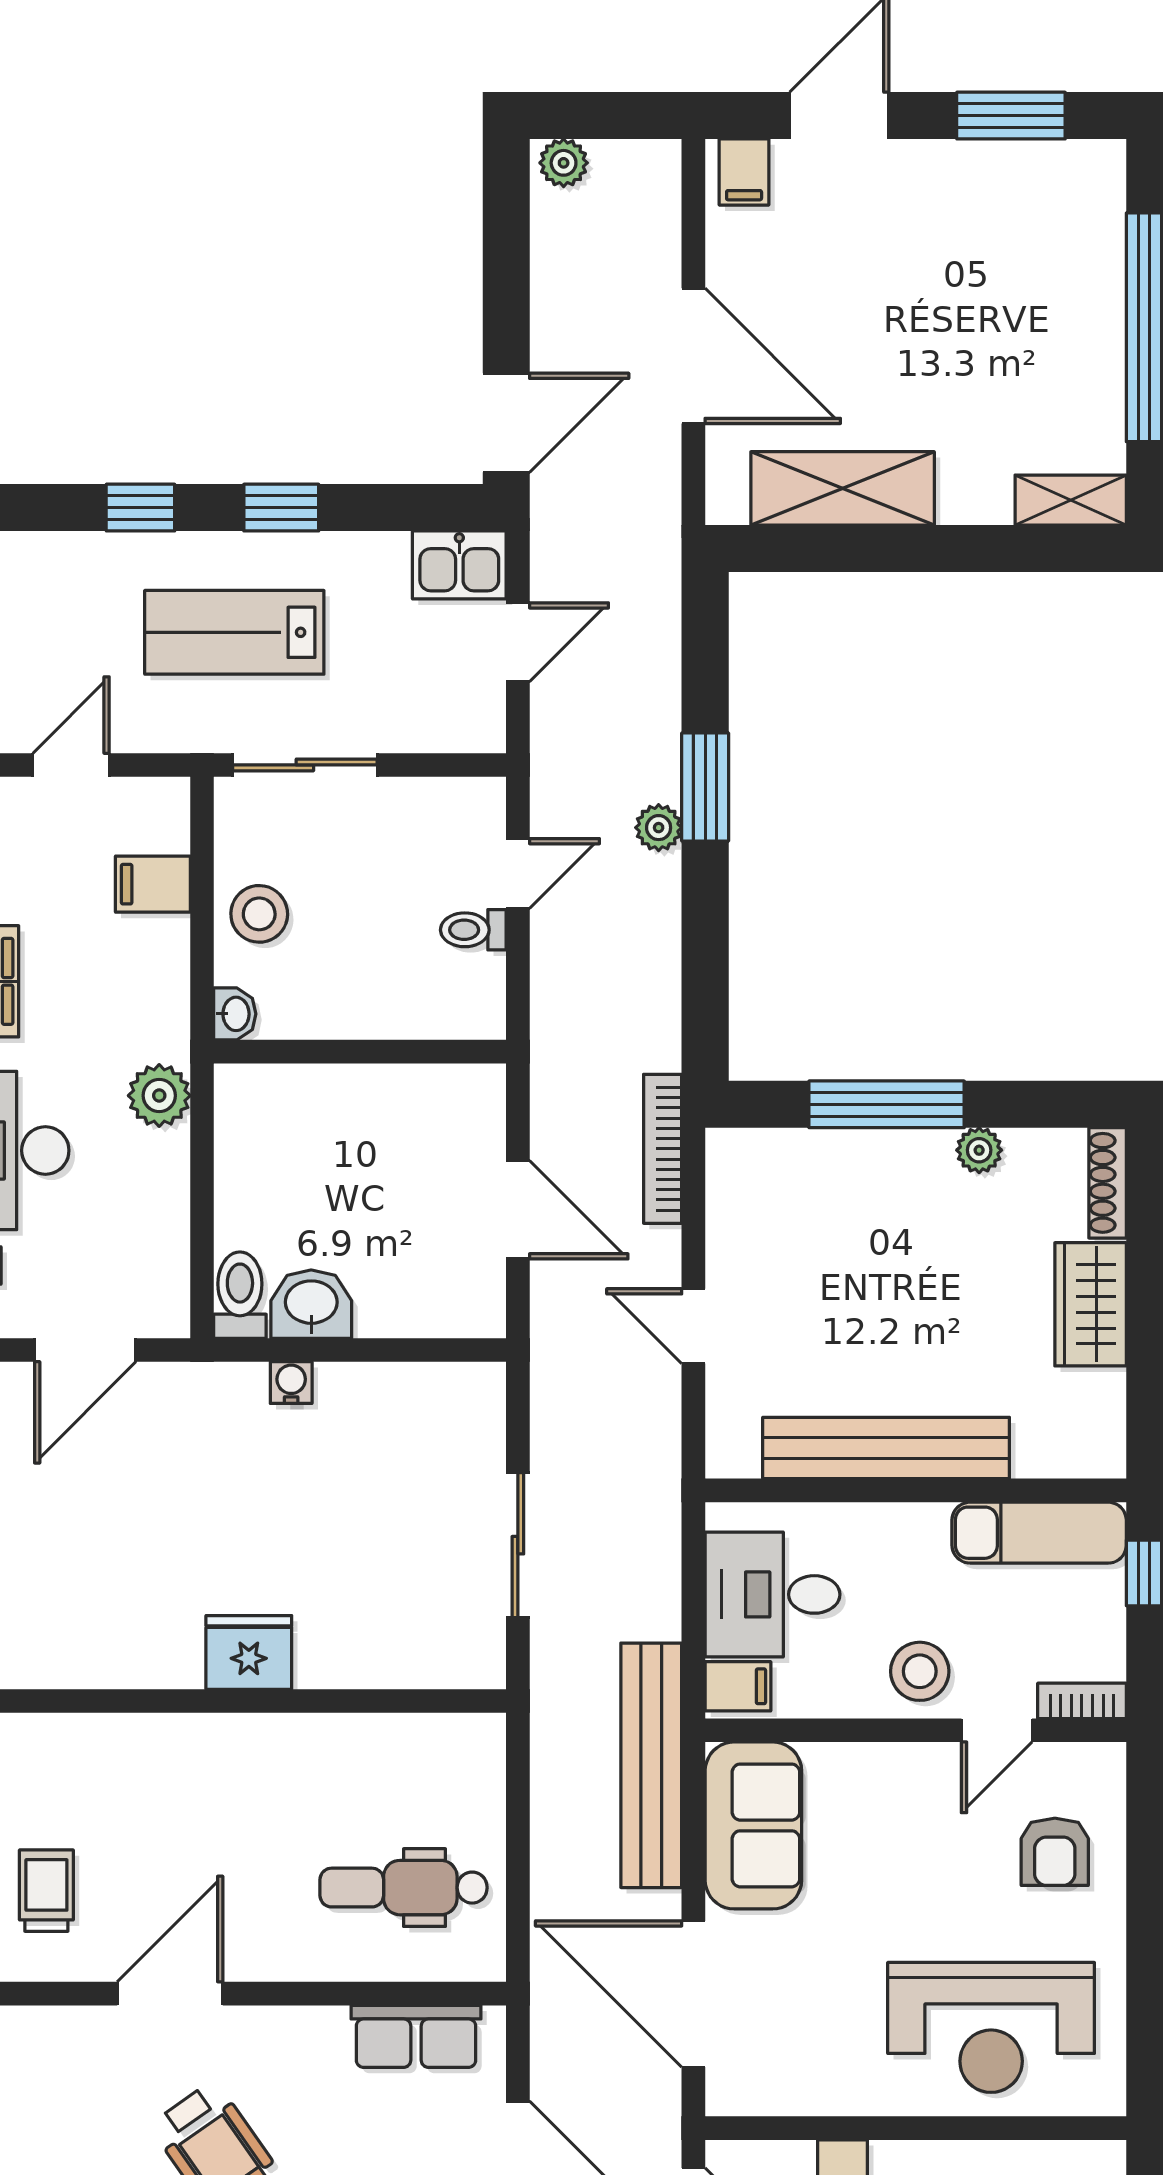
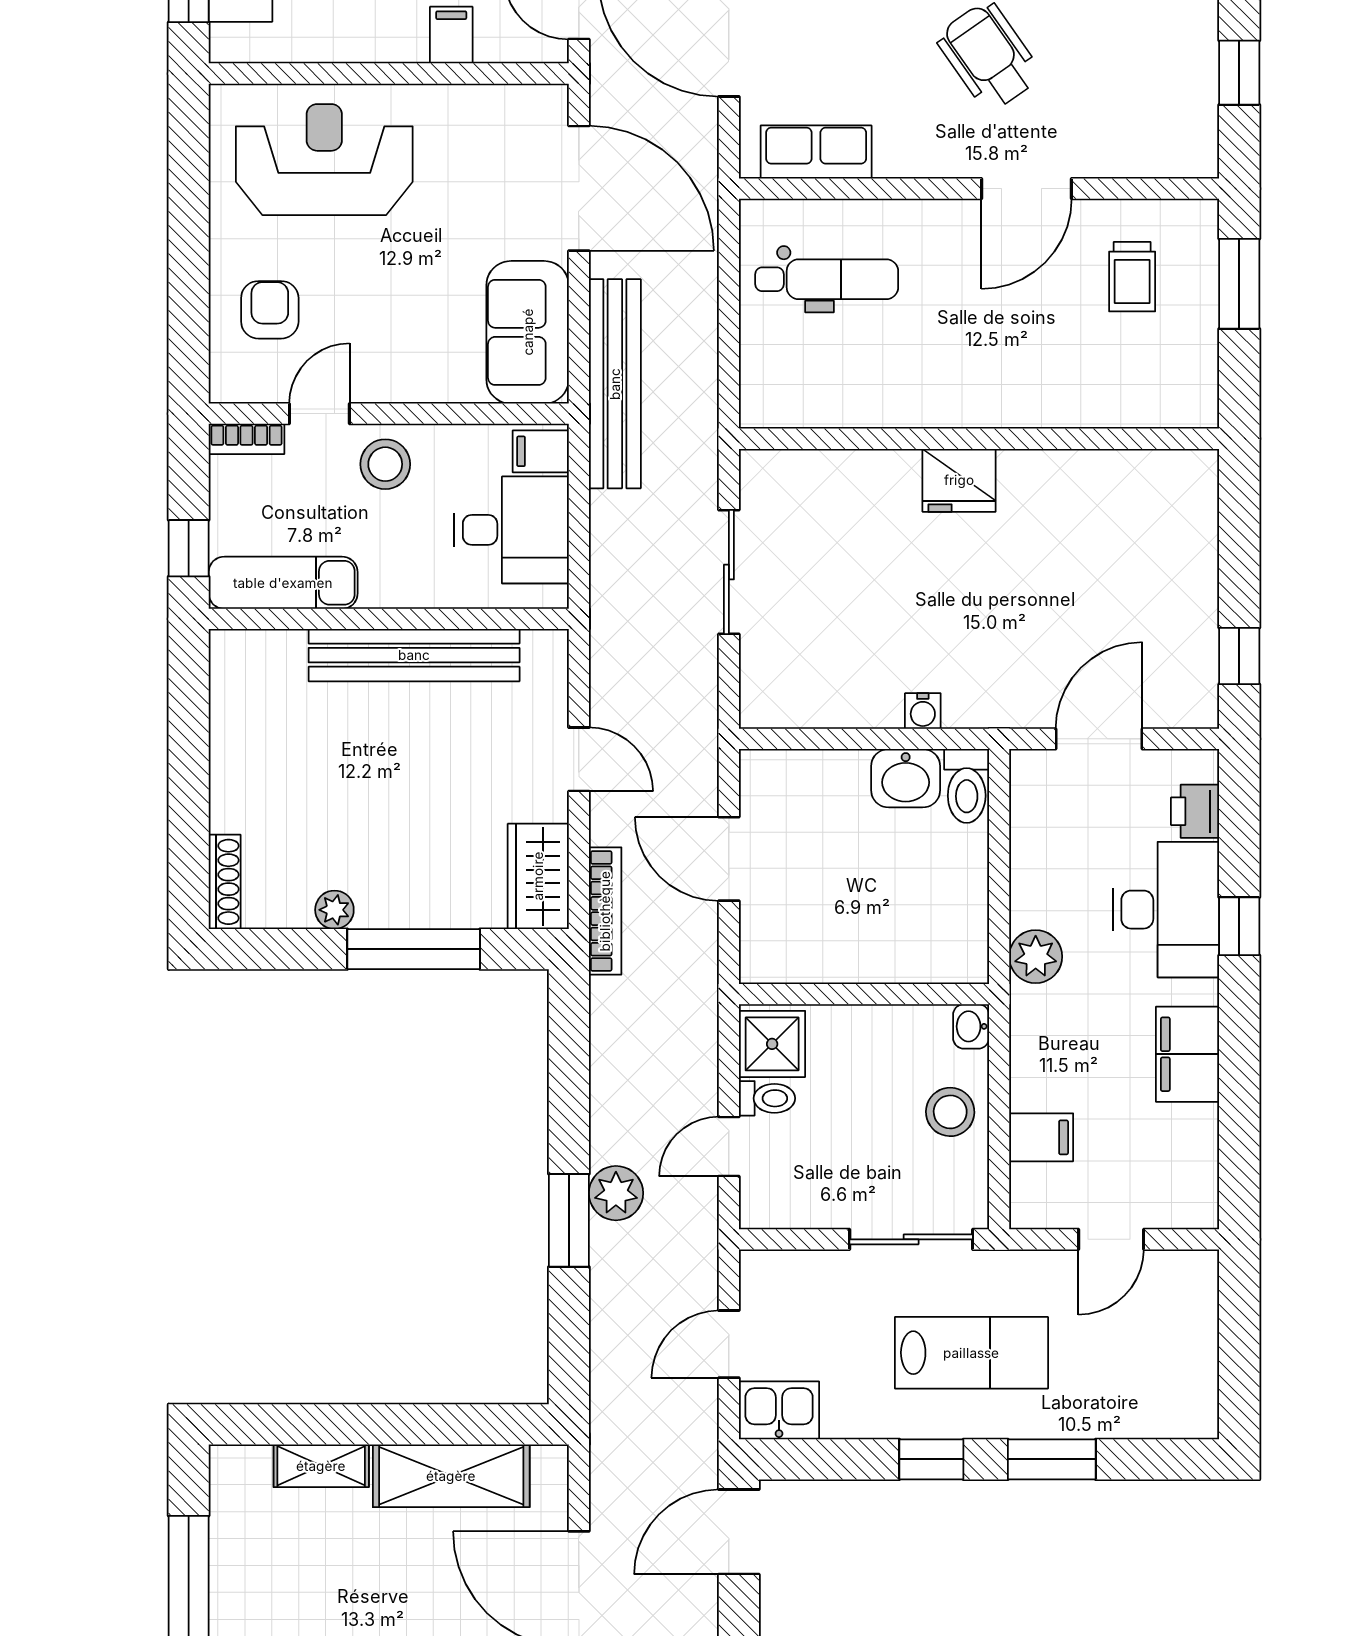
shelving: (1071, 500) -> (321, 1466), moved
window: (140, 508) -> (1052, 1459), width x1.50
plant: (659, 828) -> (616, 1193), width x1.38, depth x1.38
shower: (467, 993) -> (772, 1044), added
wardrobe: (1091, 1304) -> (538, 876), moved, turned 180

